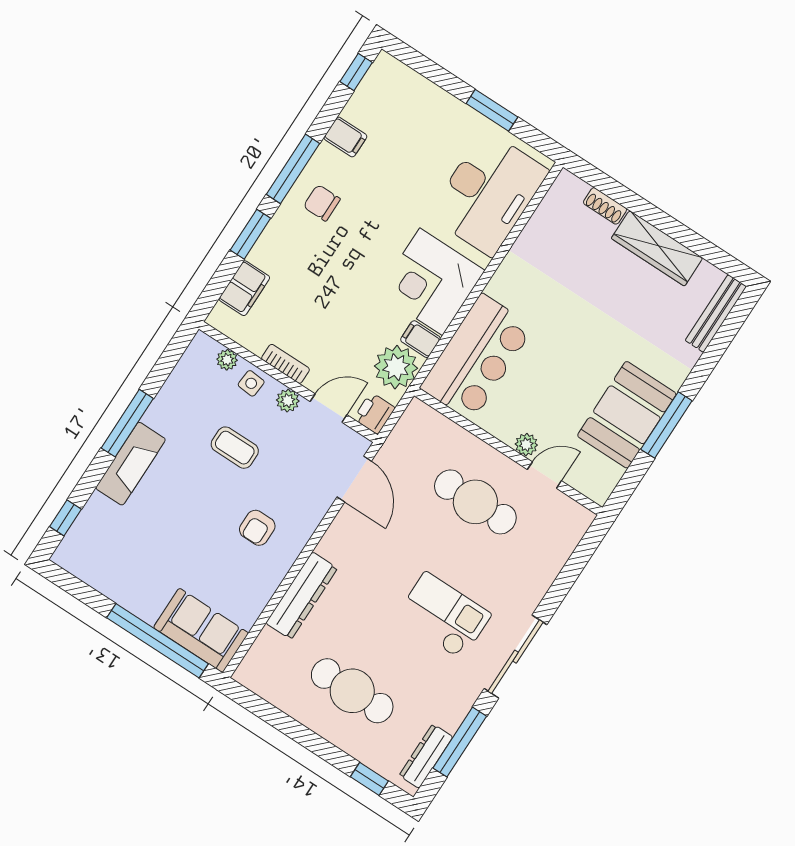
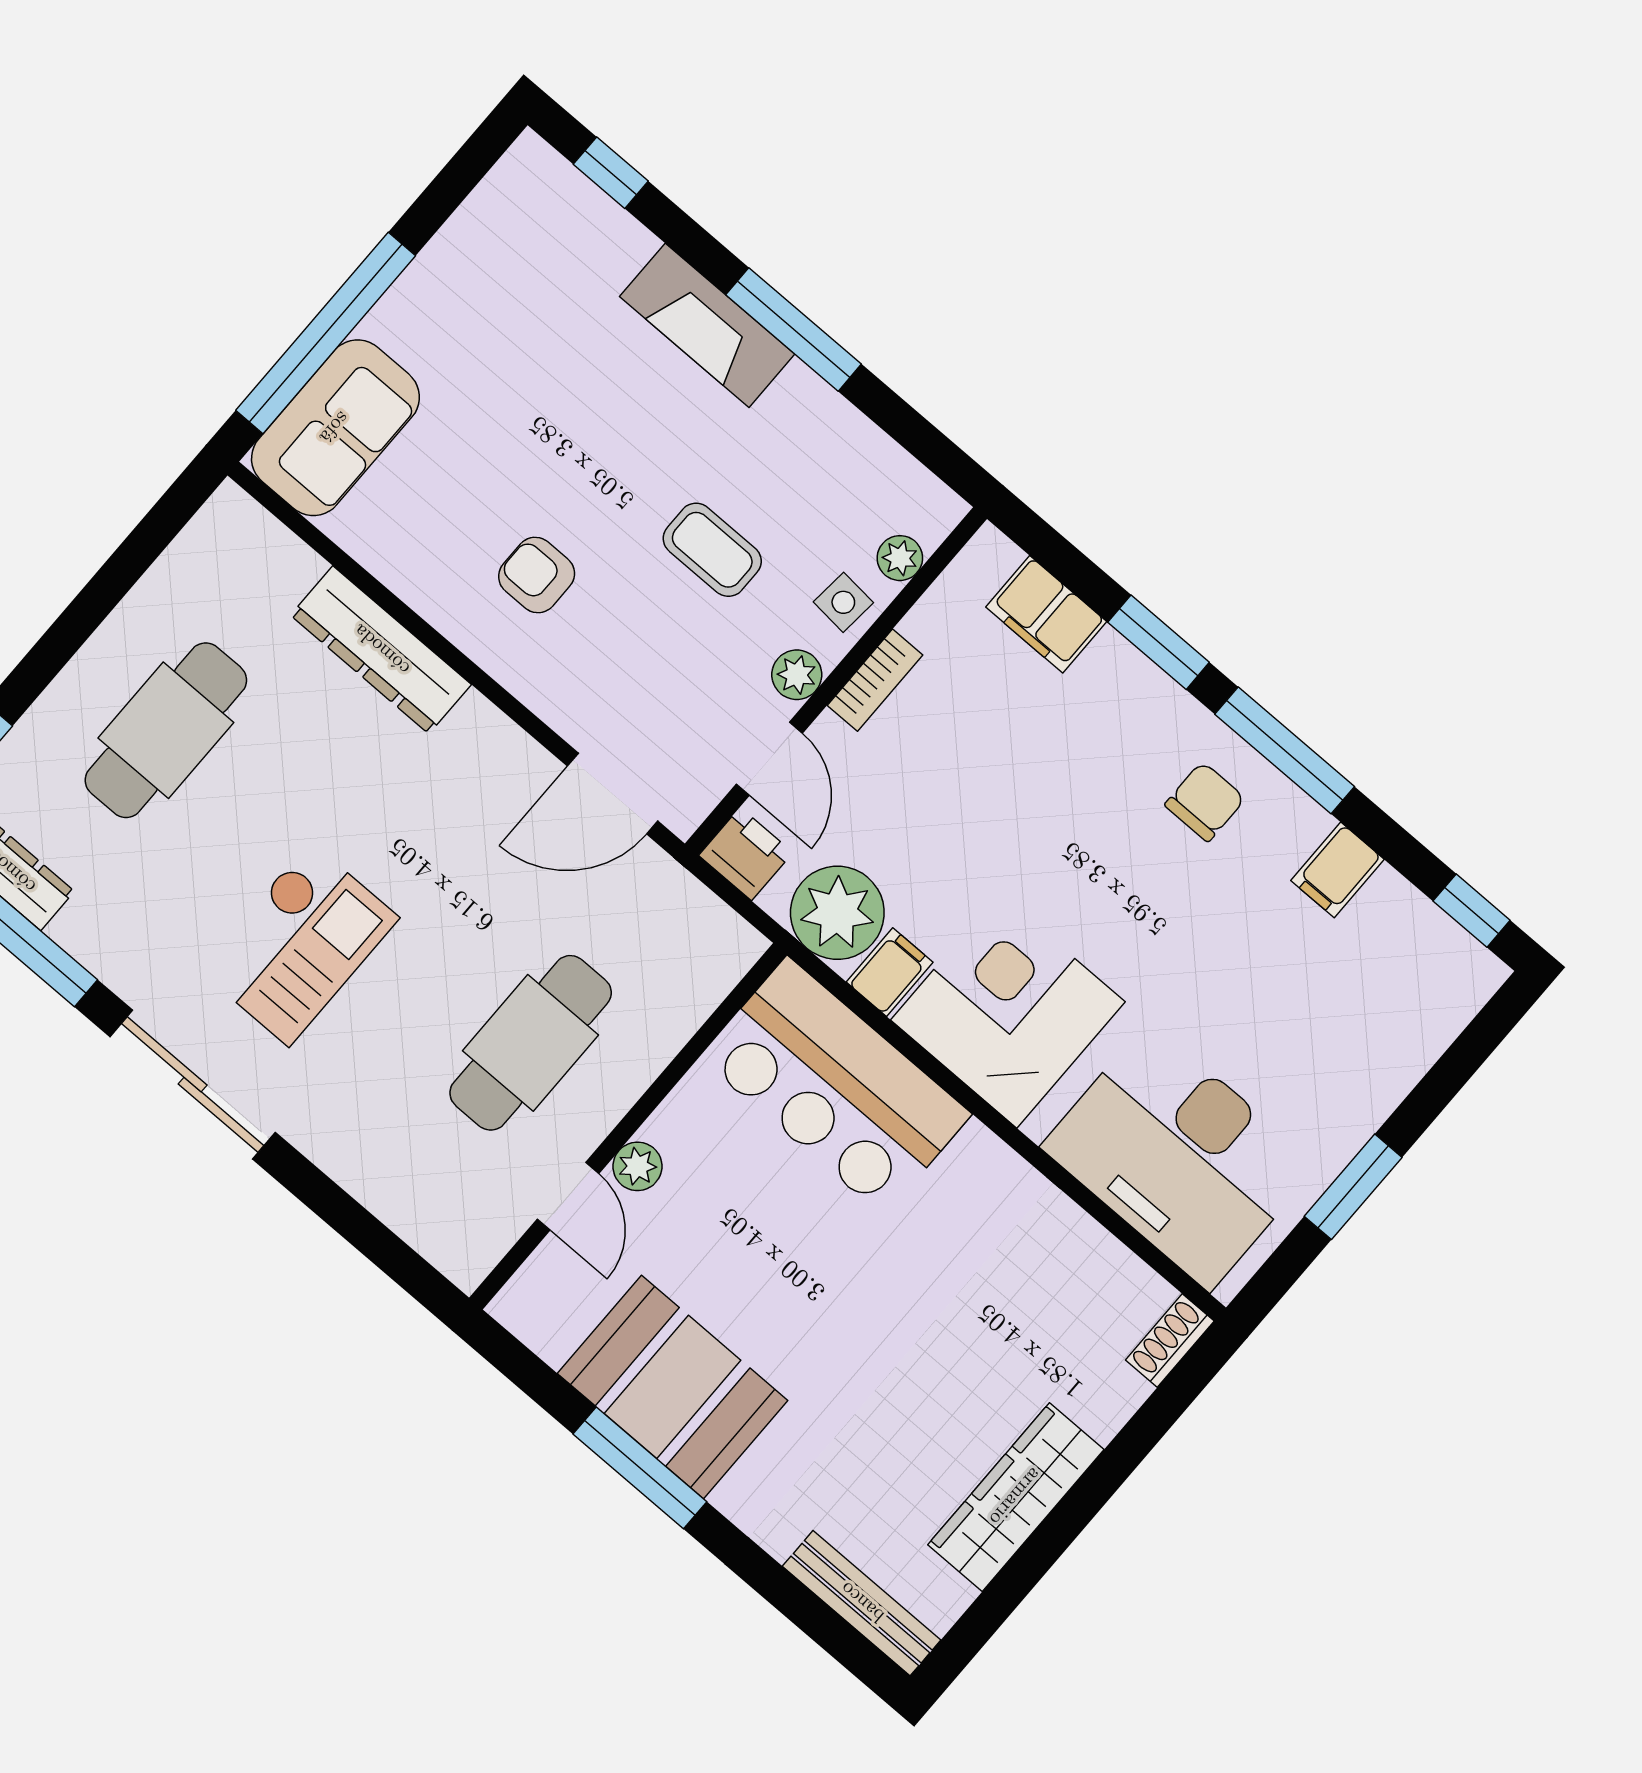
shoe rack: (605, 206) -> (1170, 1341), moved
coffee table: (235, 448) -> (712, 550), turned 90

